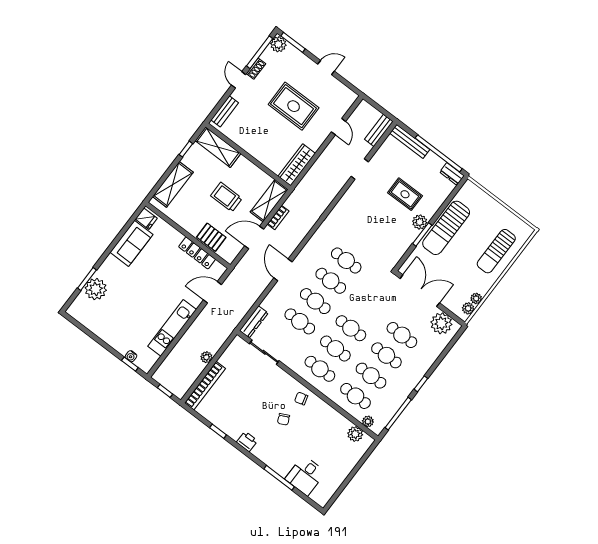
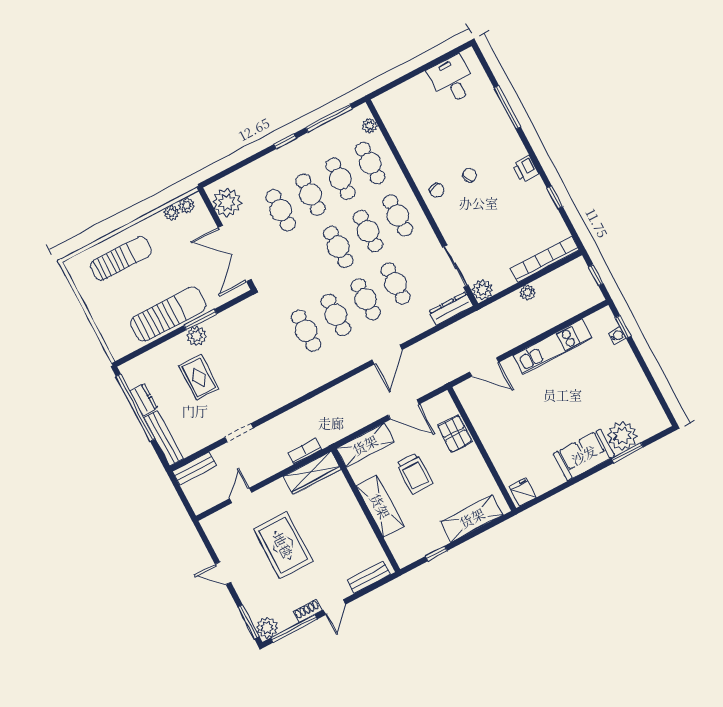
shelving: (218, 147) -> (380, 506), moved
dresser: (452, 174) -> (144, 399), moved
bookcase: (278, 217) -> (305, 451), moved
sofa: (131, 243) -> (584, 455), moved
locker: (197, 253) -> (481, 423), removed
plant: (355, 434) -> (482, 290), moved
desk: (305, 475) -> (452, 80), moved, turned -90

